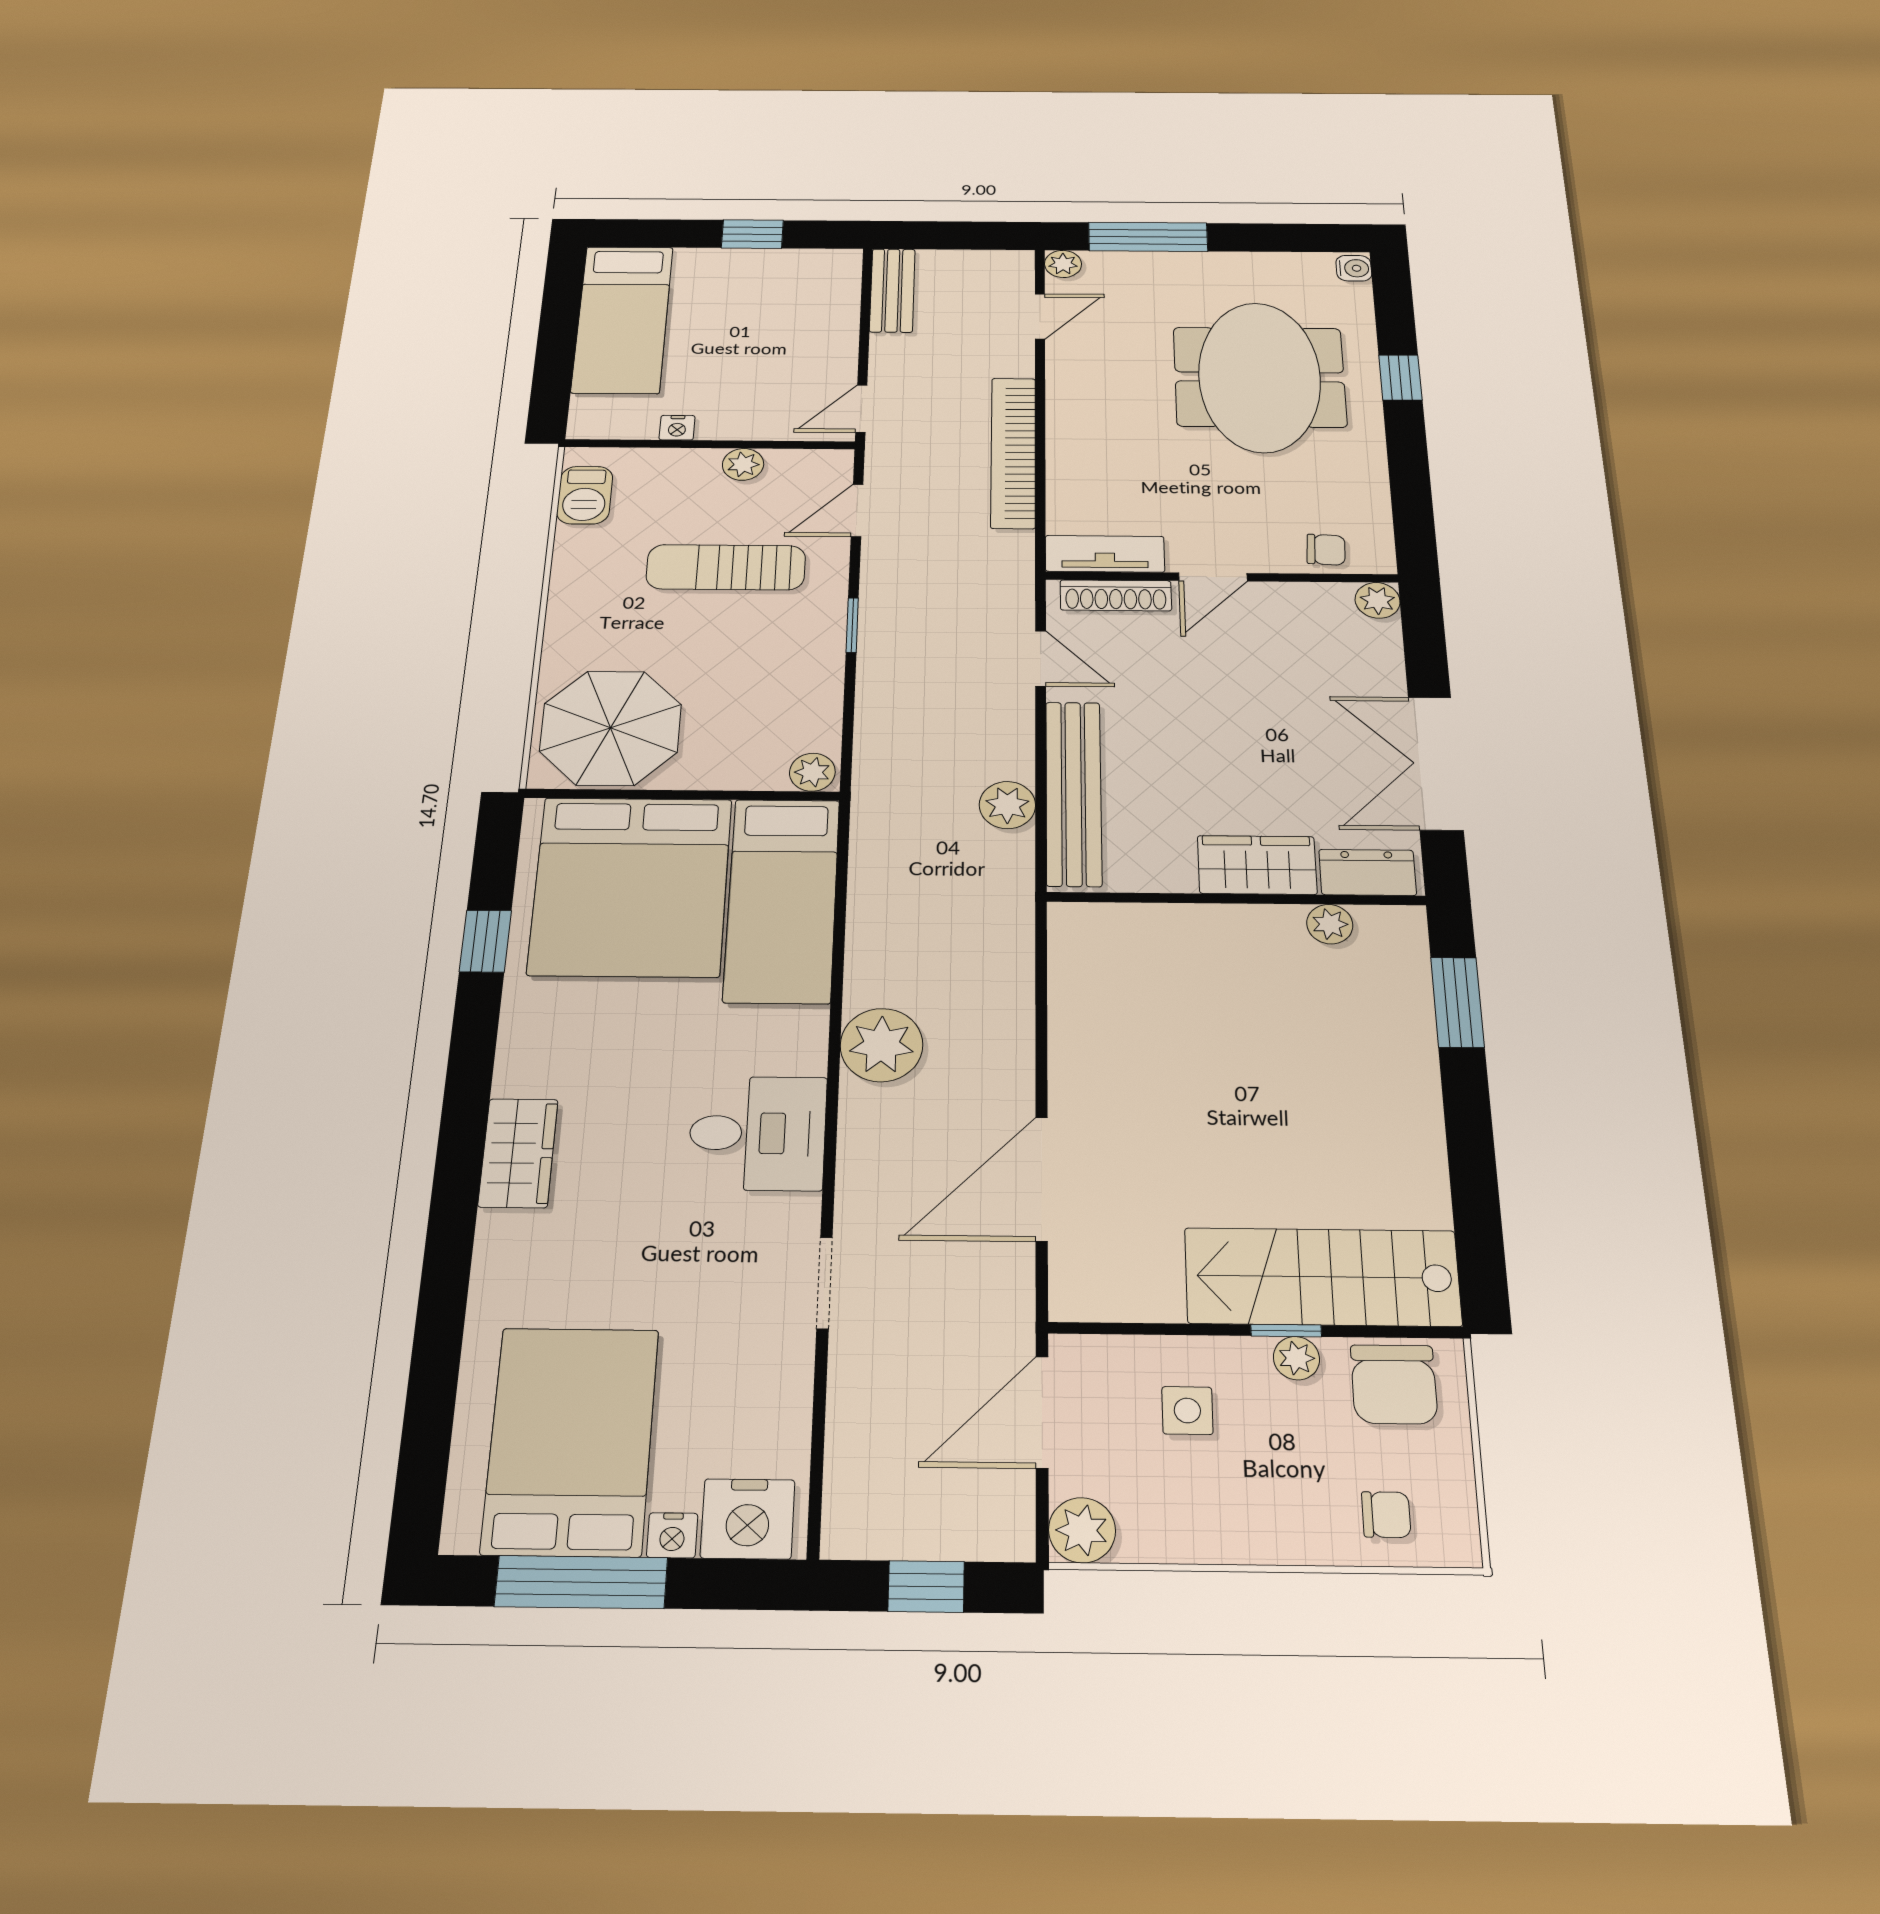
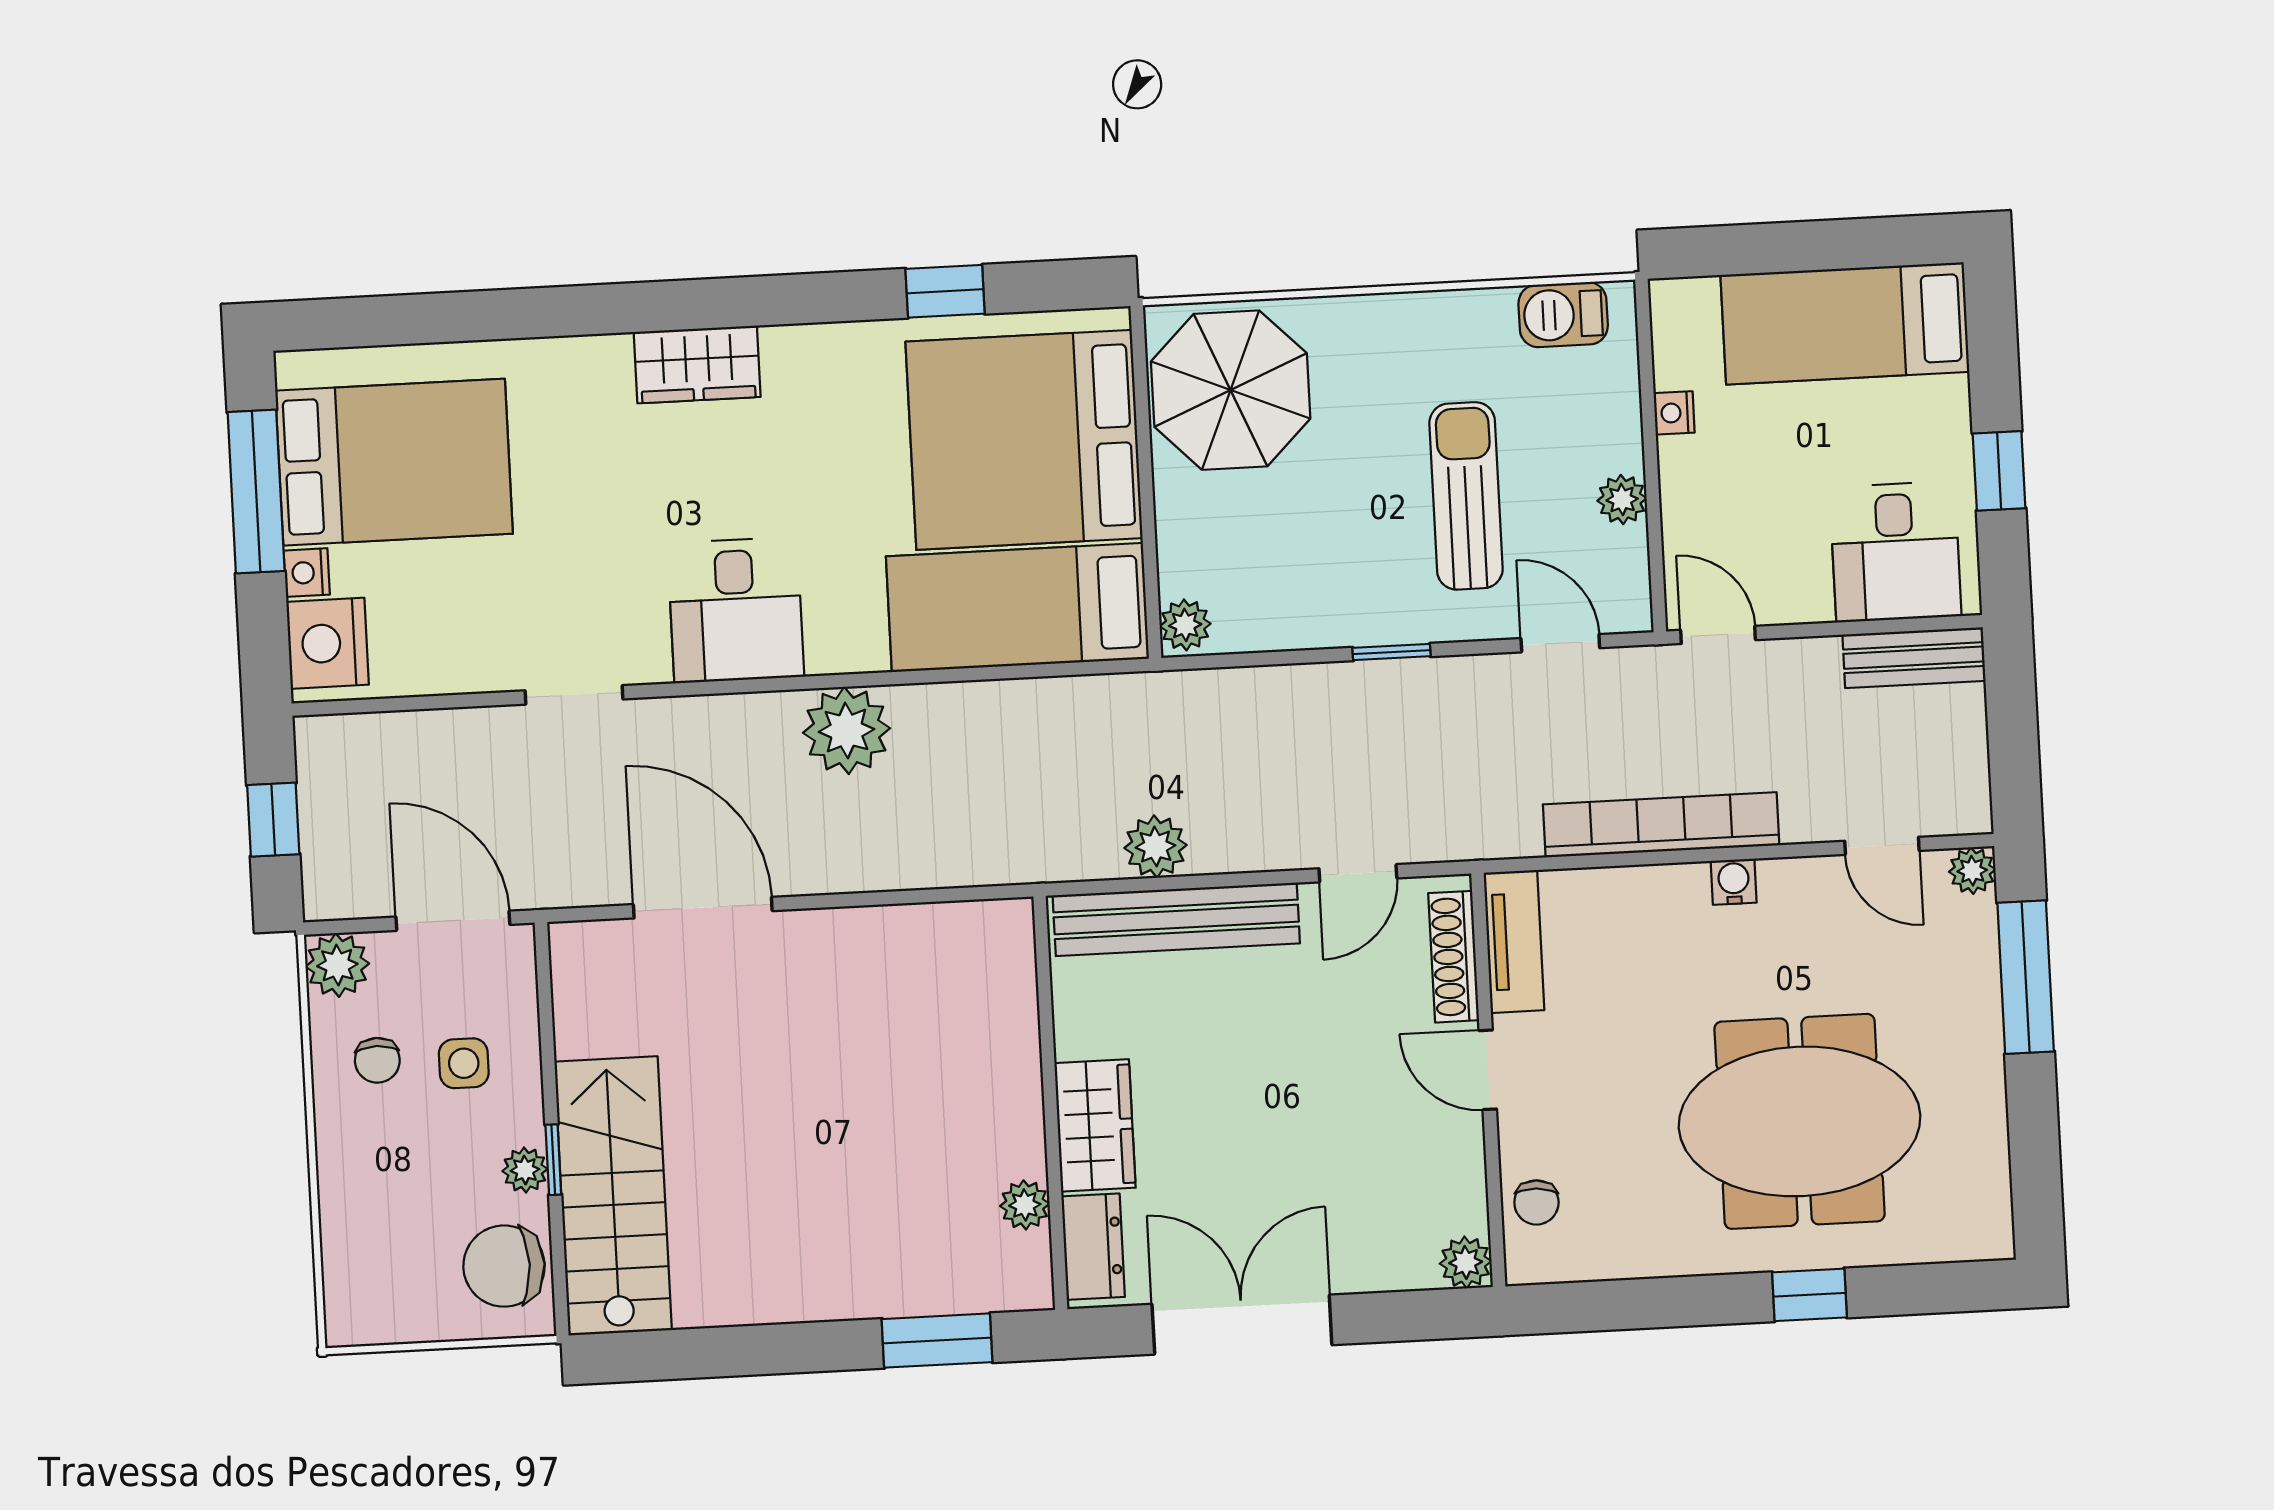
water cooler: (1354, 268) -> (1734, 882), moved, turned 180
desk: (807, 297) -> (1895, 552), added
chair: (1386, 1515) -> (377, 1060), moved

